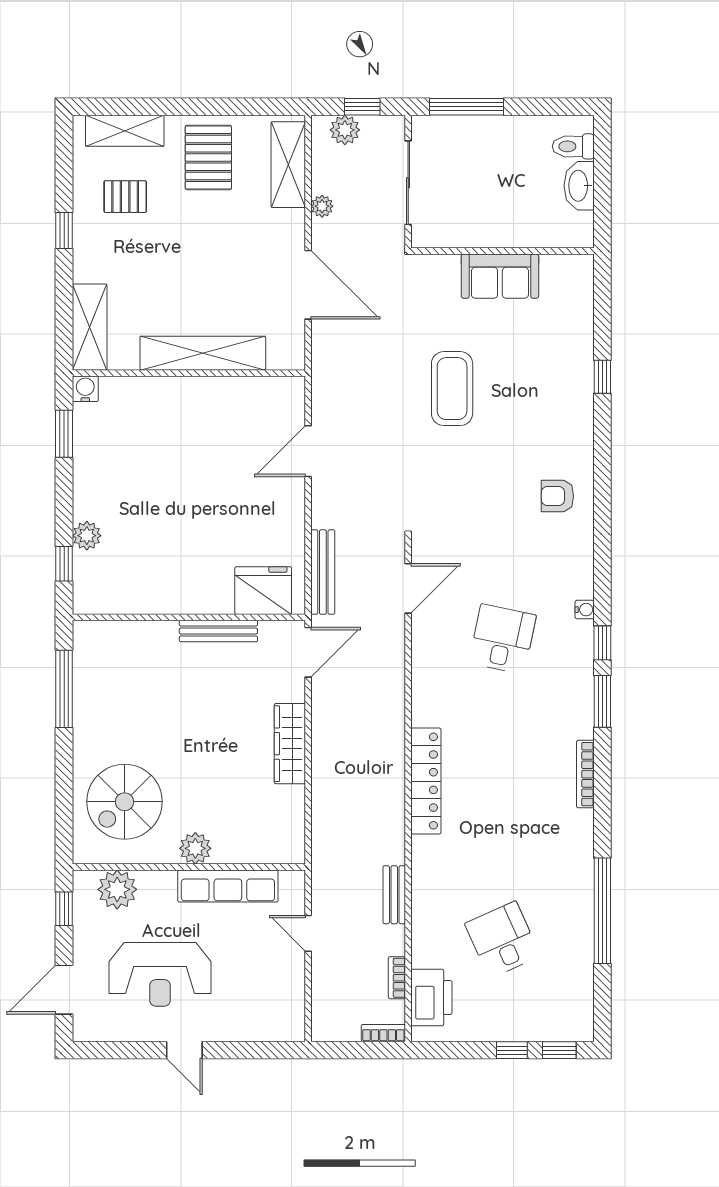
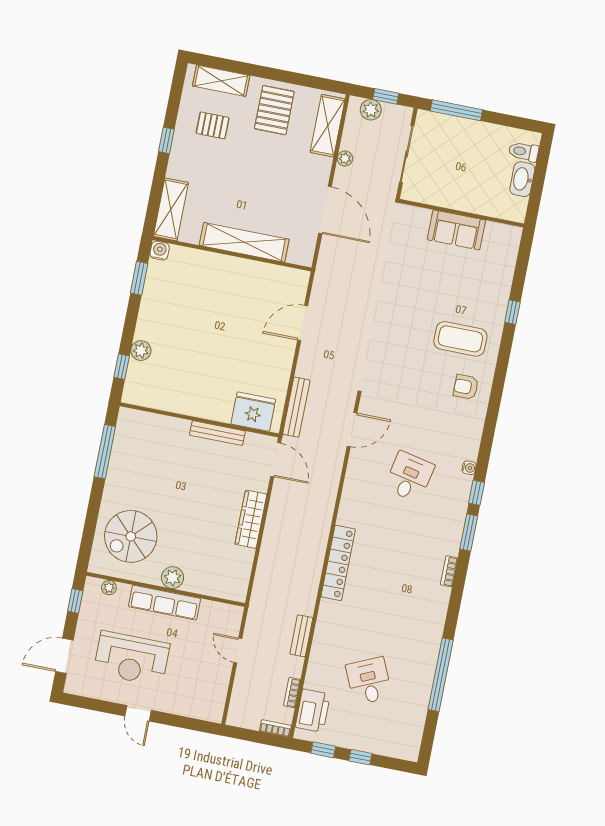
coffee table: (452, 389) -> (460, 339), moved, turned 90
door: (308, 652) -> (276, 460), hinge flipped
bookcase: (585, 774) -> (449, 571), width x0.64
row of seats: (228, 886) -> (165, 603), moved
plant: (117, 889) -> (109, 588), width x0.53, depth x0.53
window: (559, 1050) -> (323, 750), moved

